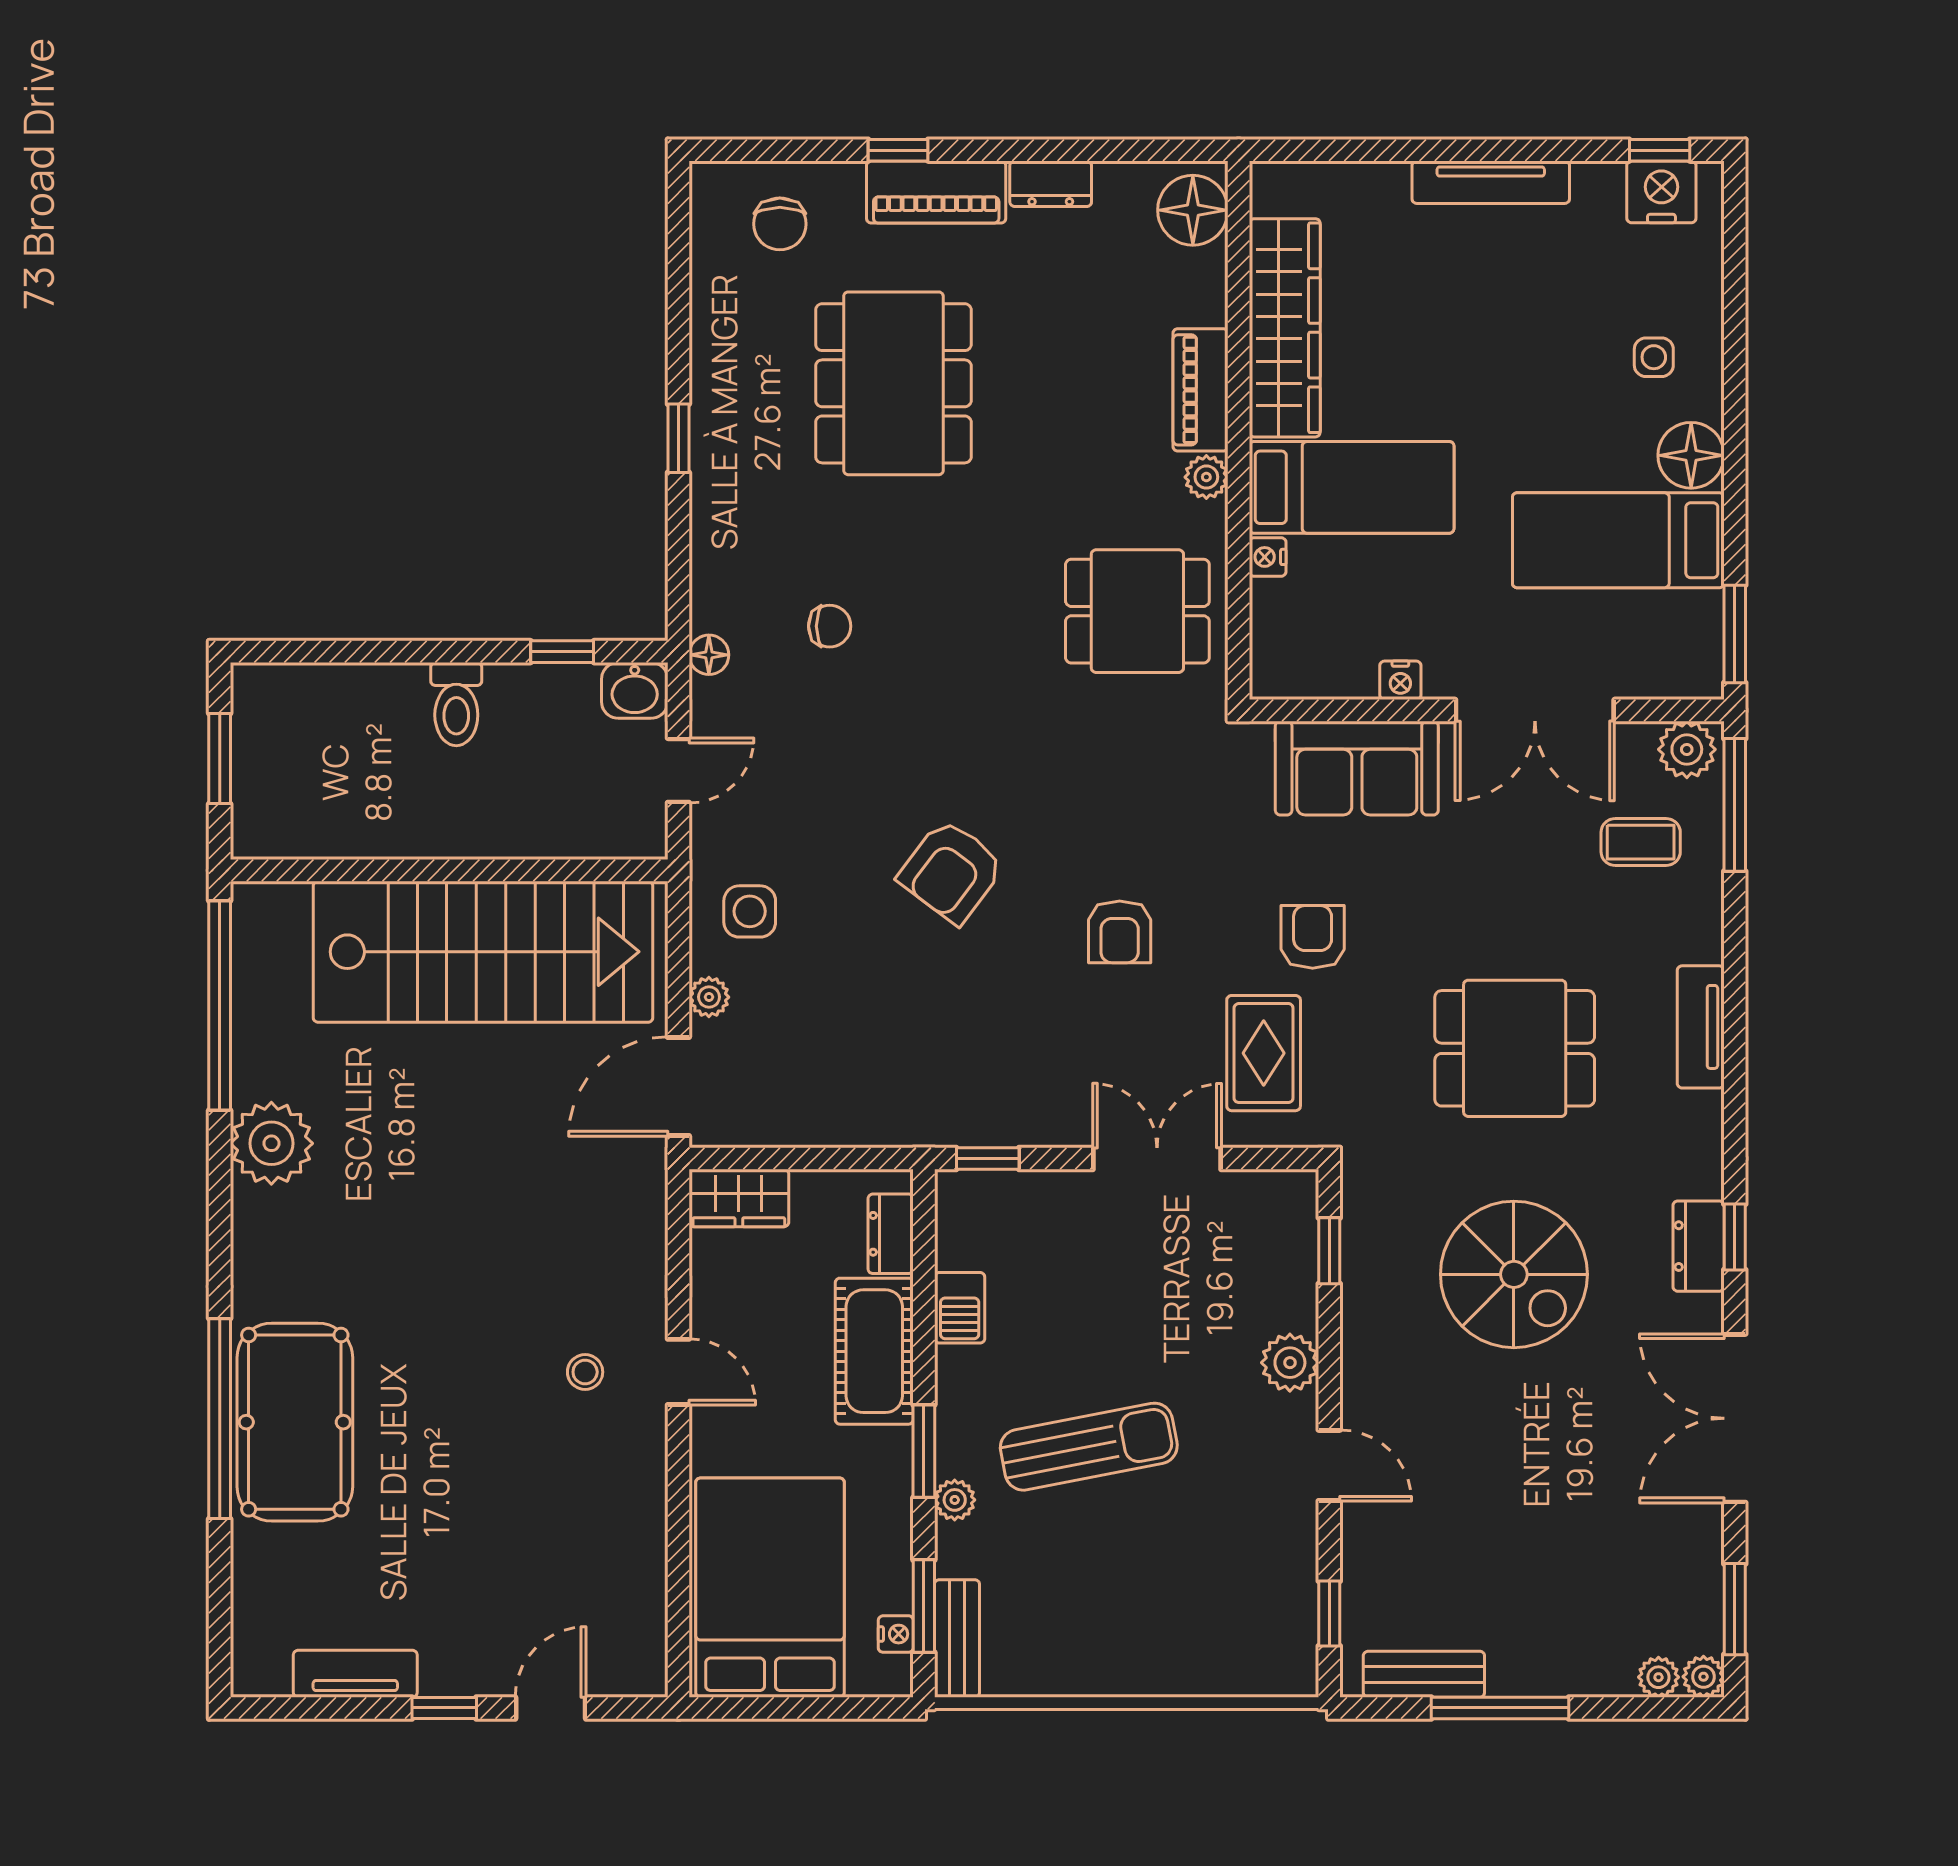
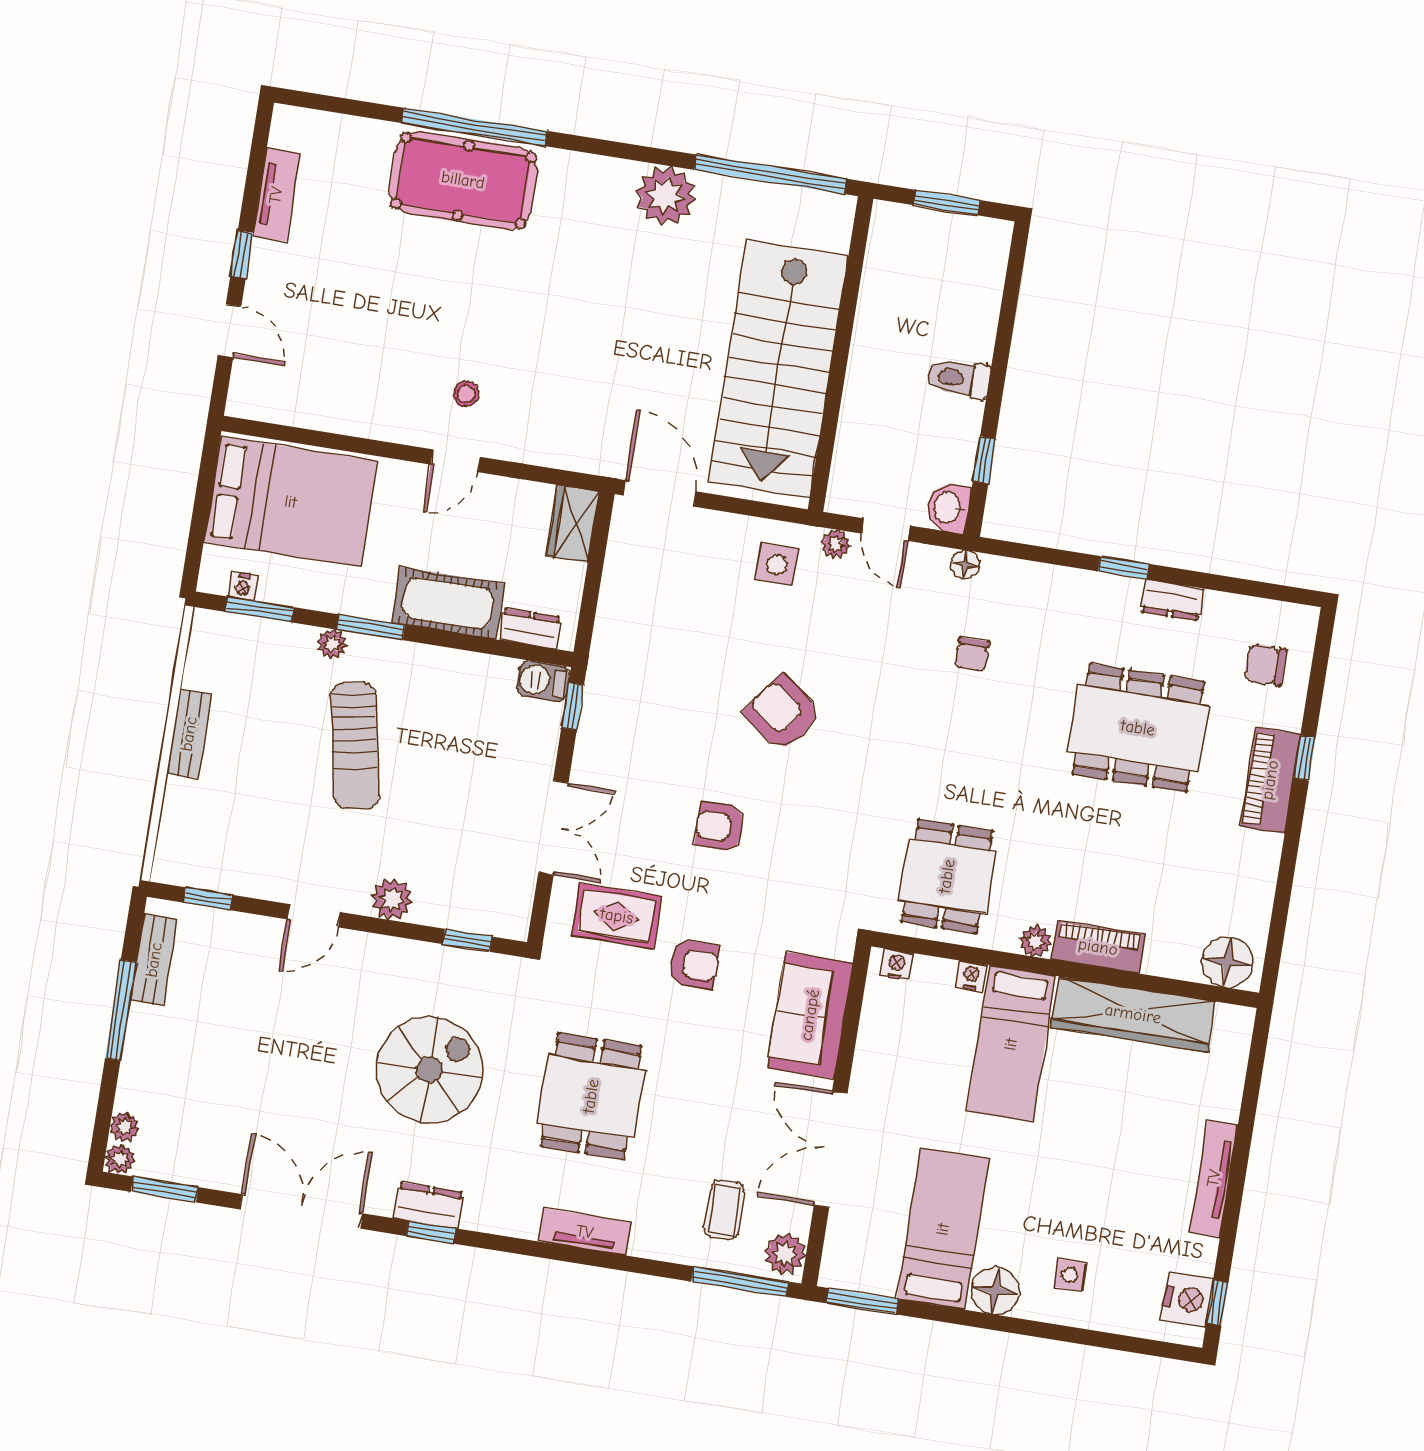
dresser: (1051, 184) -> (1172, 600), moved, turned -90
nightstand: (1400, 680) -> (897, 965), moved, turned 90
plant: (709, 997) -> (836, 544), moved
spiral stairs: (1514, 1274) -> (429, 1070), turned 180
barbecue: (960, 1308) -> (543, 681), moved
bench: (957, 1638) -> (189, 734), moved, turned 90

